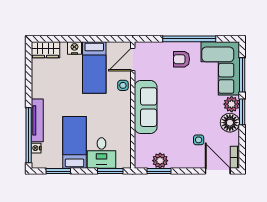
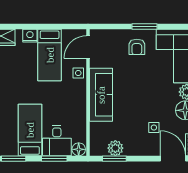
window: (189, 39) -> (145, 27), width x0.47
armchair: (182, 59) -> (137, 47), turned -90
floor lamp: (123, 162) -> (79, 149), added
window: (110, 171) -> (54, 159), moved

